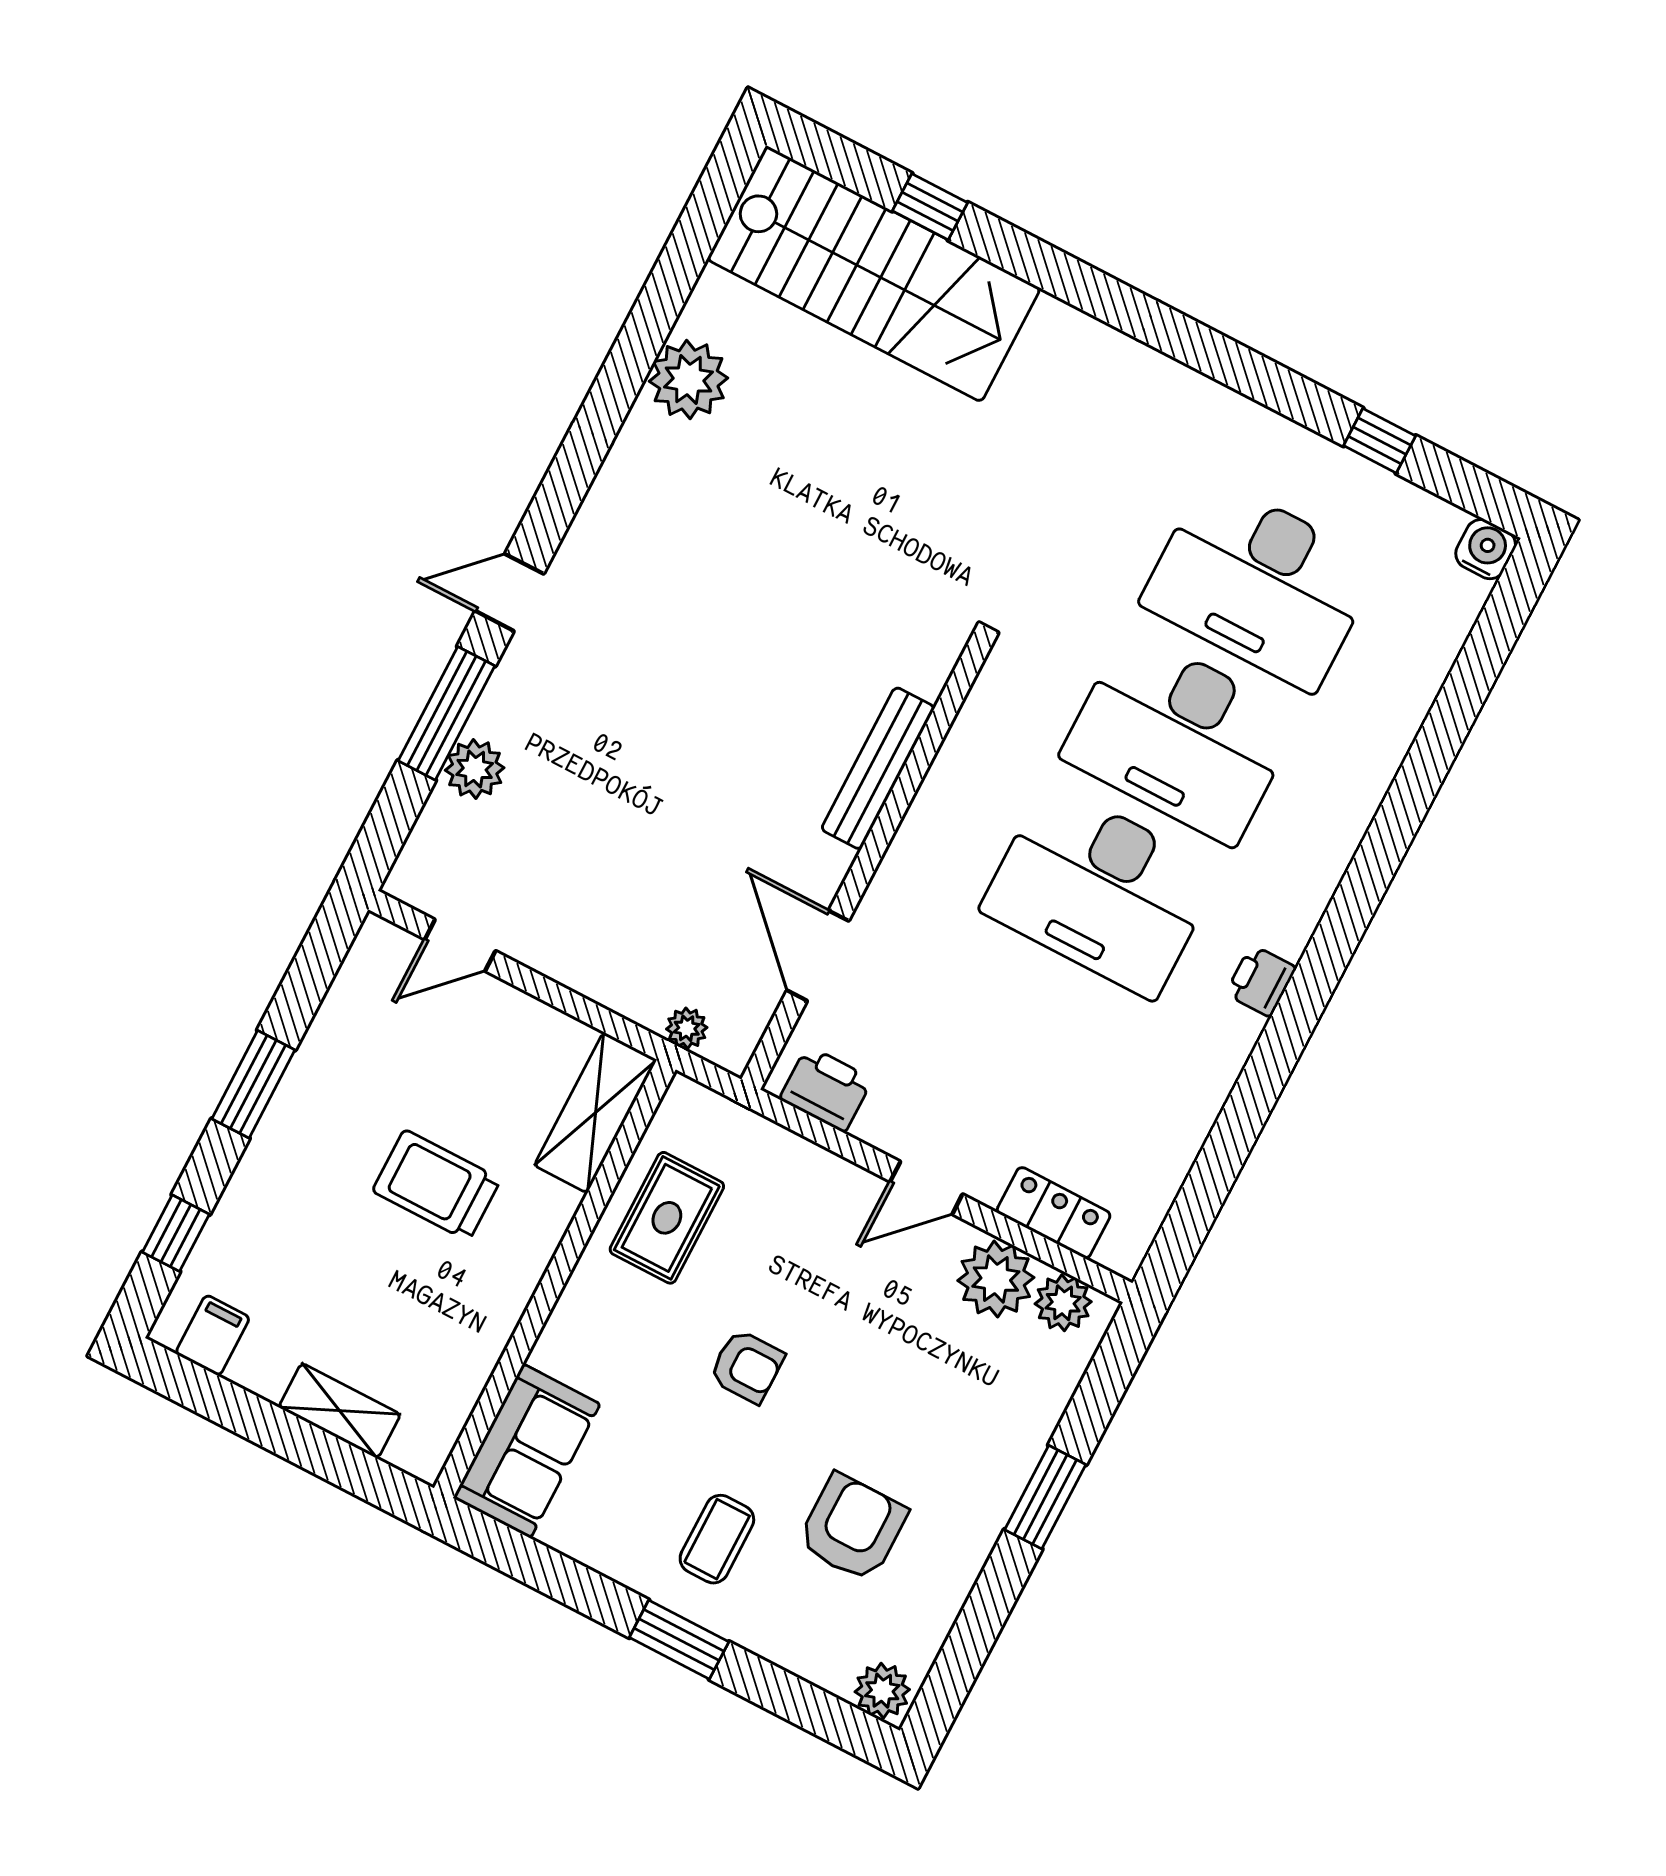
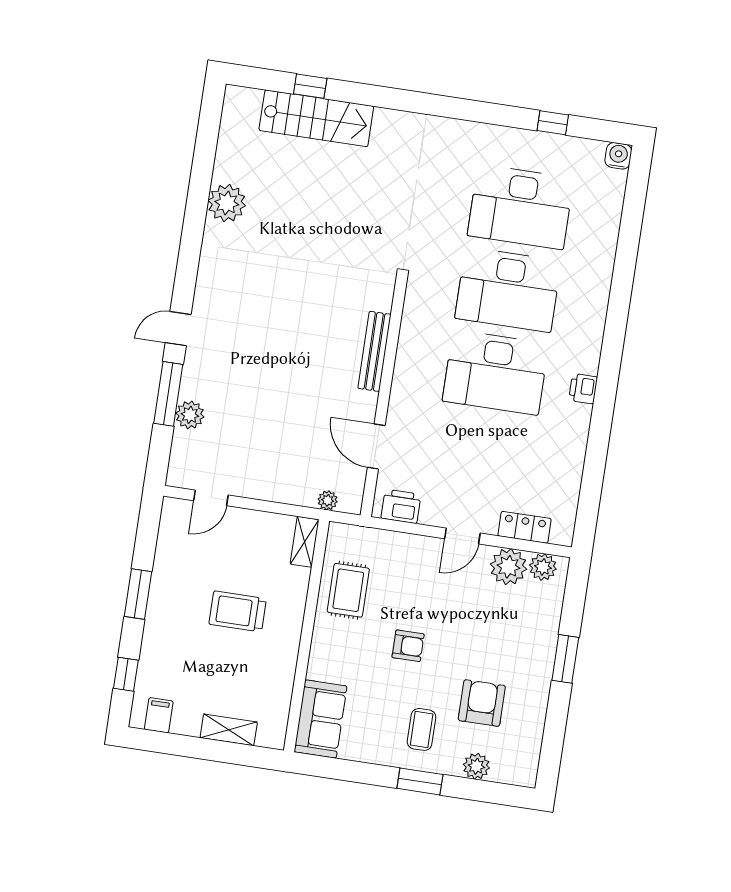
stairs: (874, 274) -> (316, 118), width x0.73, depth x0.66
shelving: (595, 1113) -> (305, 542), width x0.67, depth x0.75
plant: (882, 1691) -> (476, 766), moved

